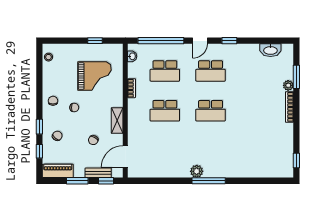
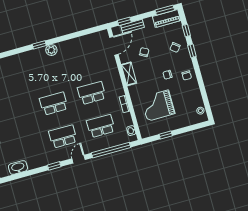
window: (77, 181) -> (165, 10), moved
window: (209, 181) -> (39, 45), width x0.46

